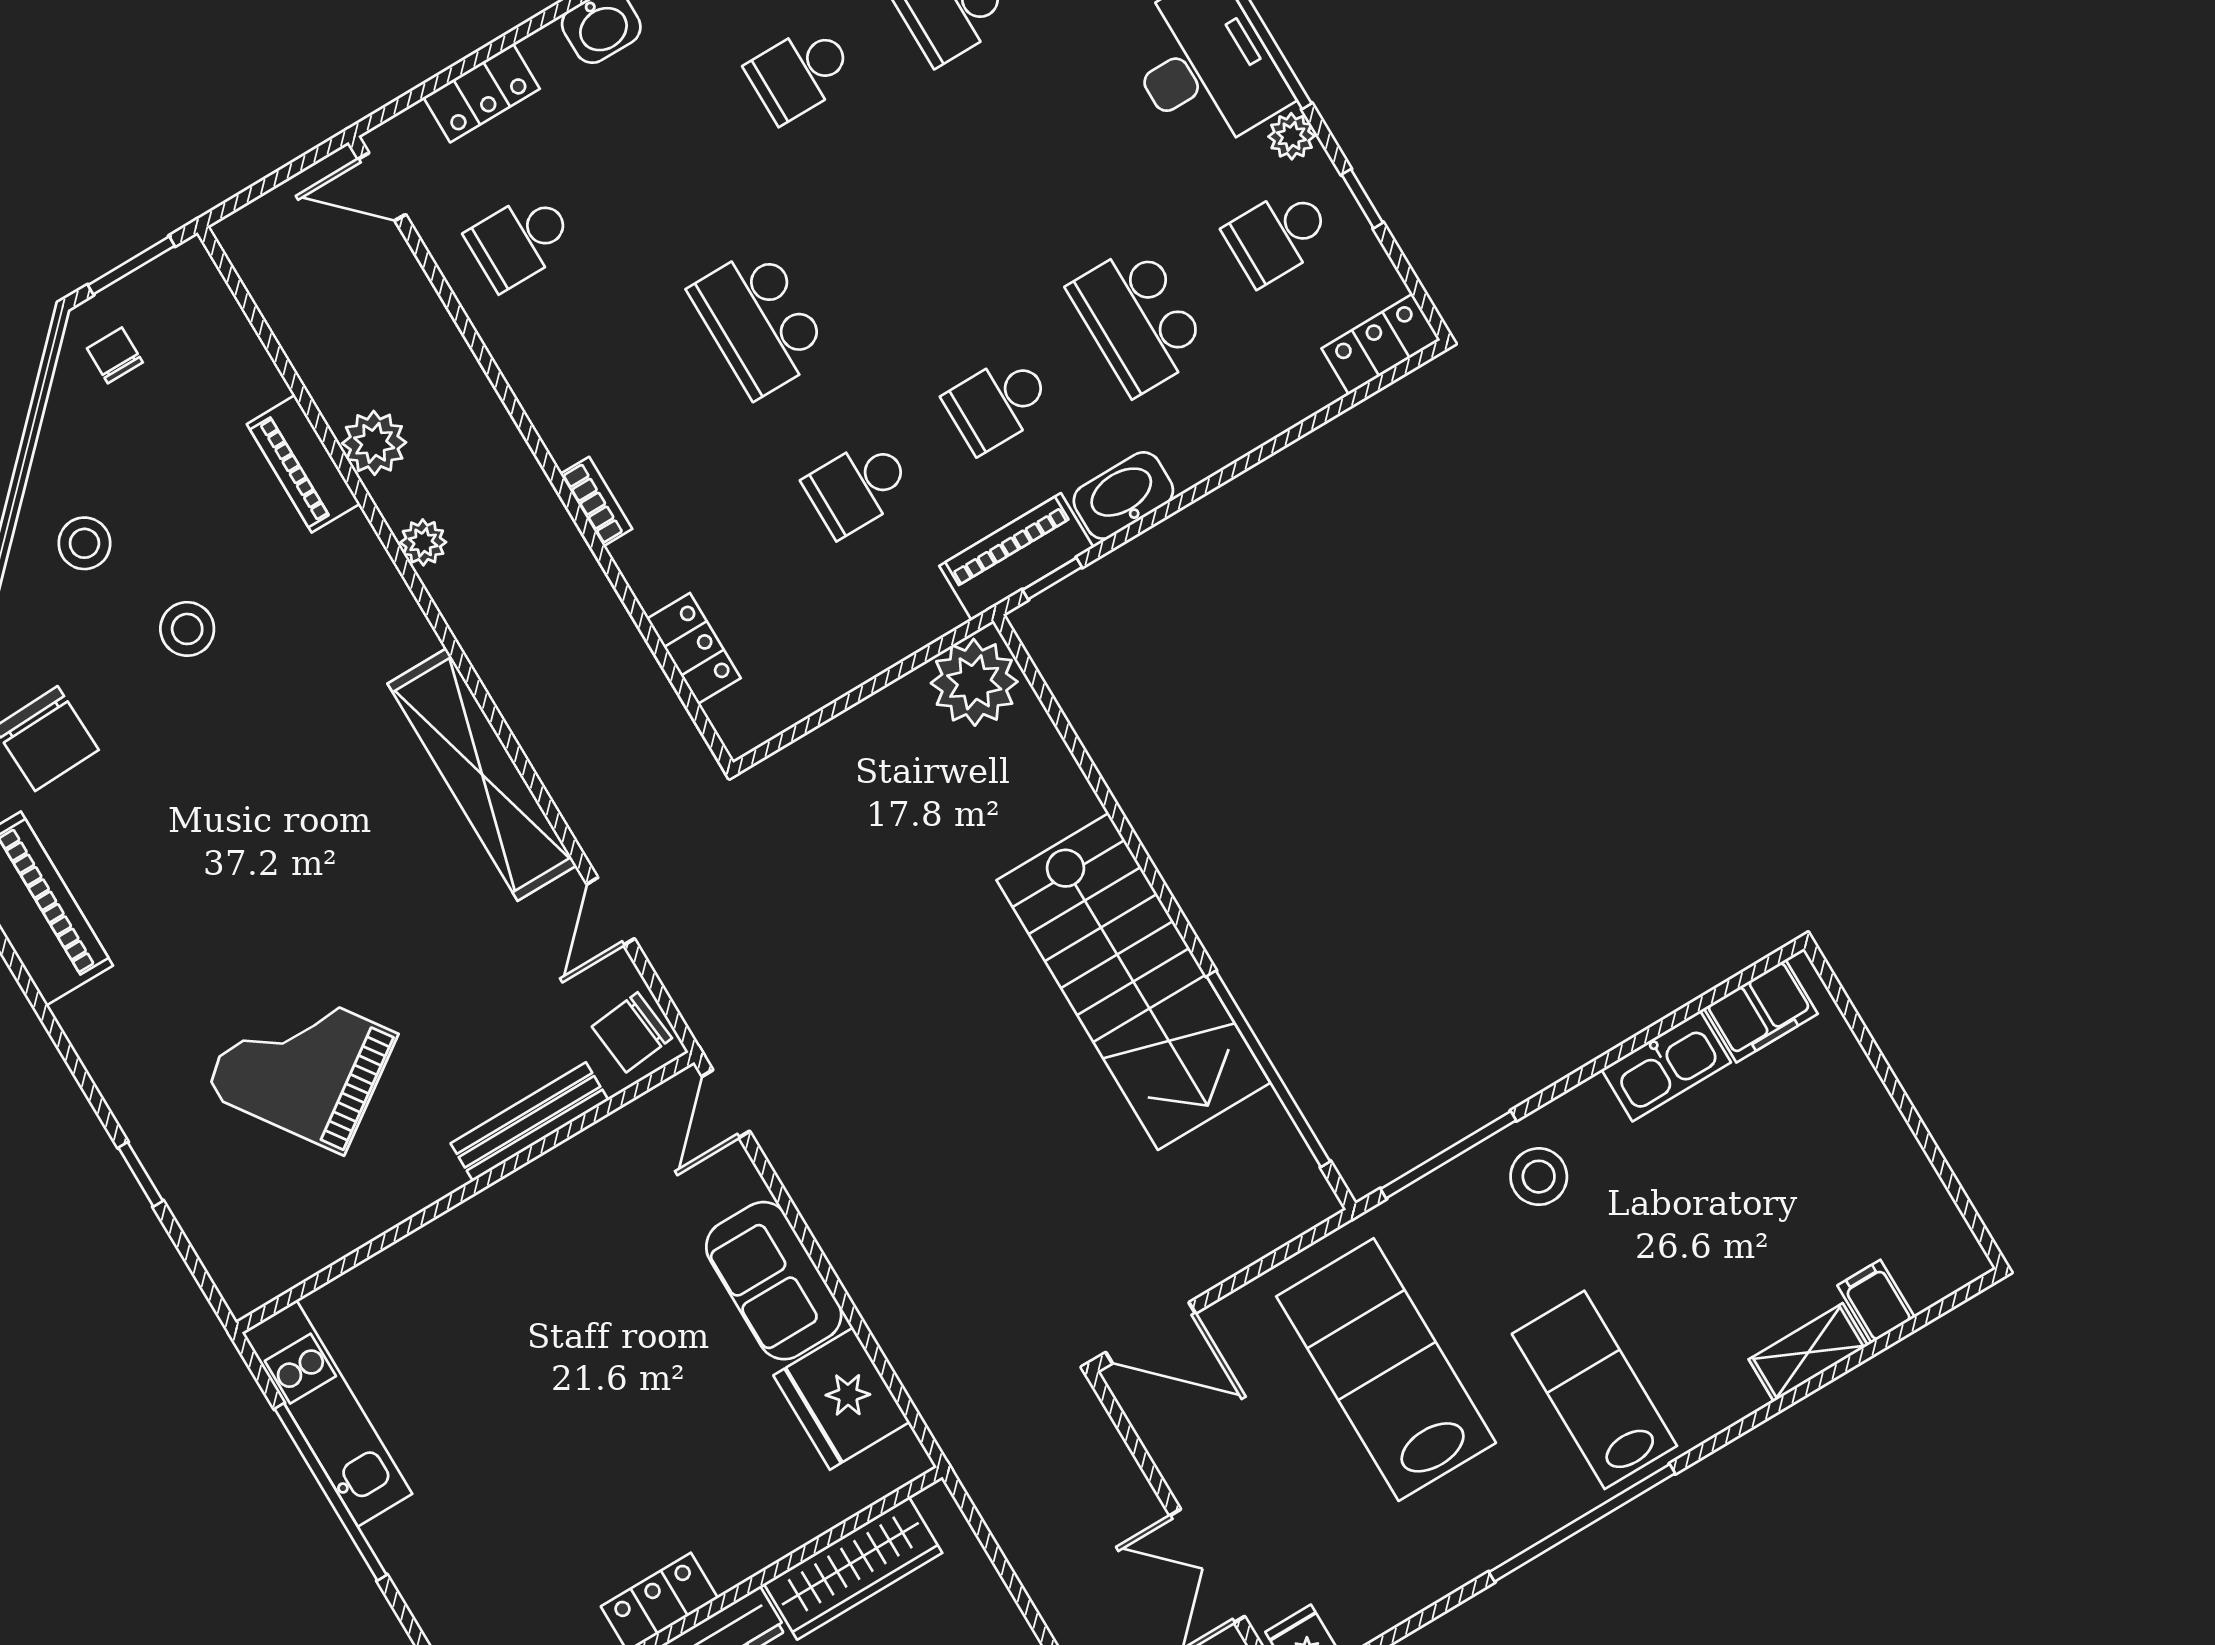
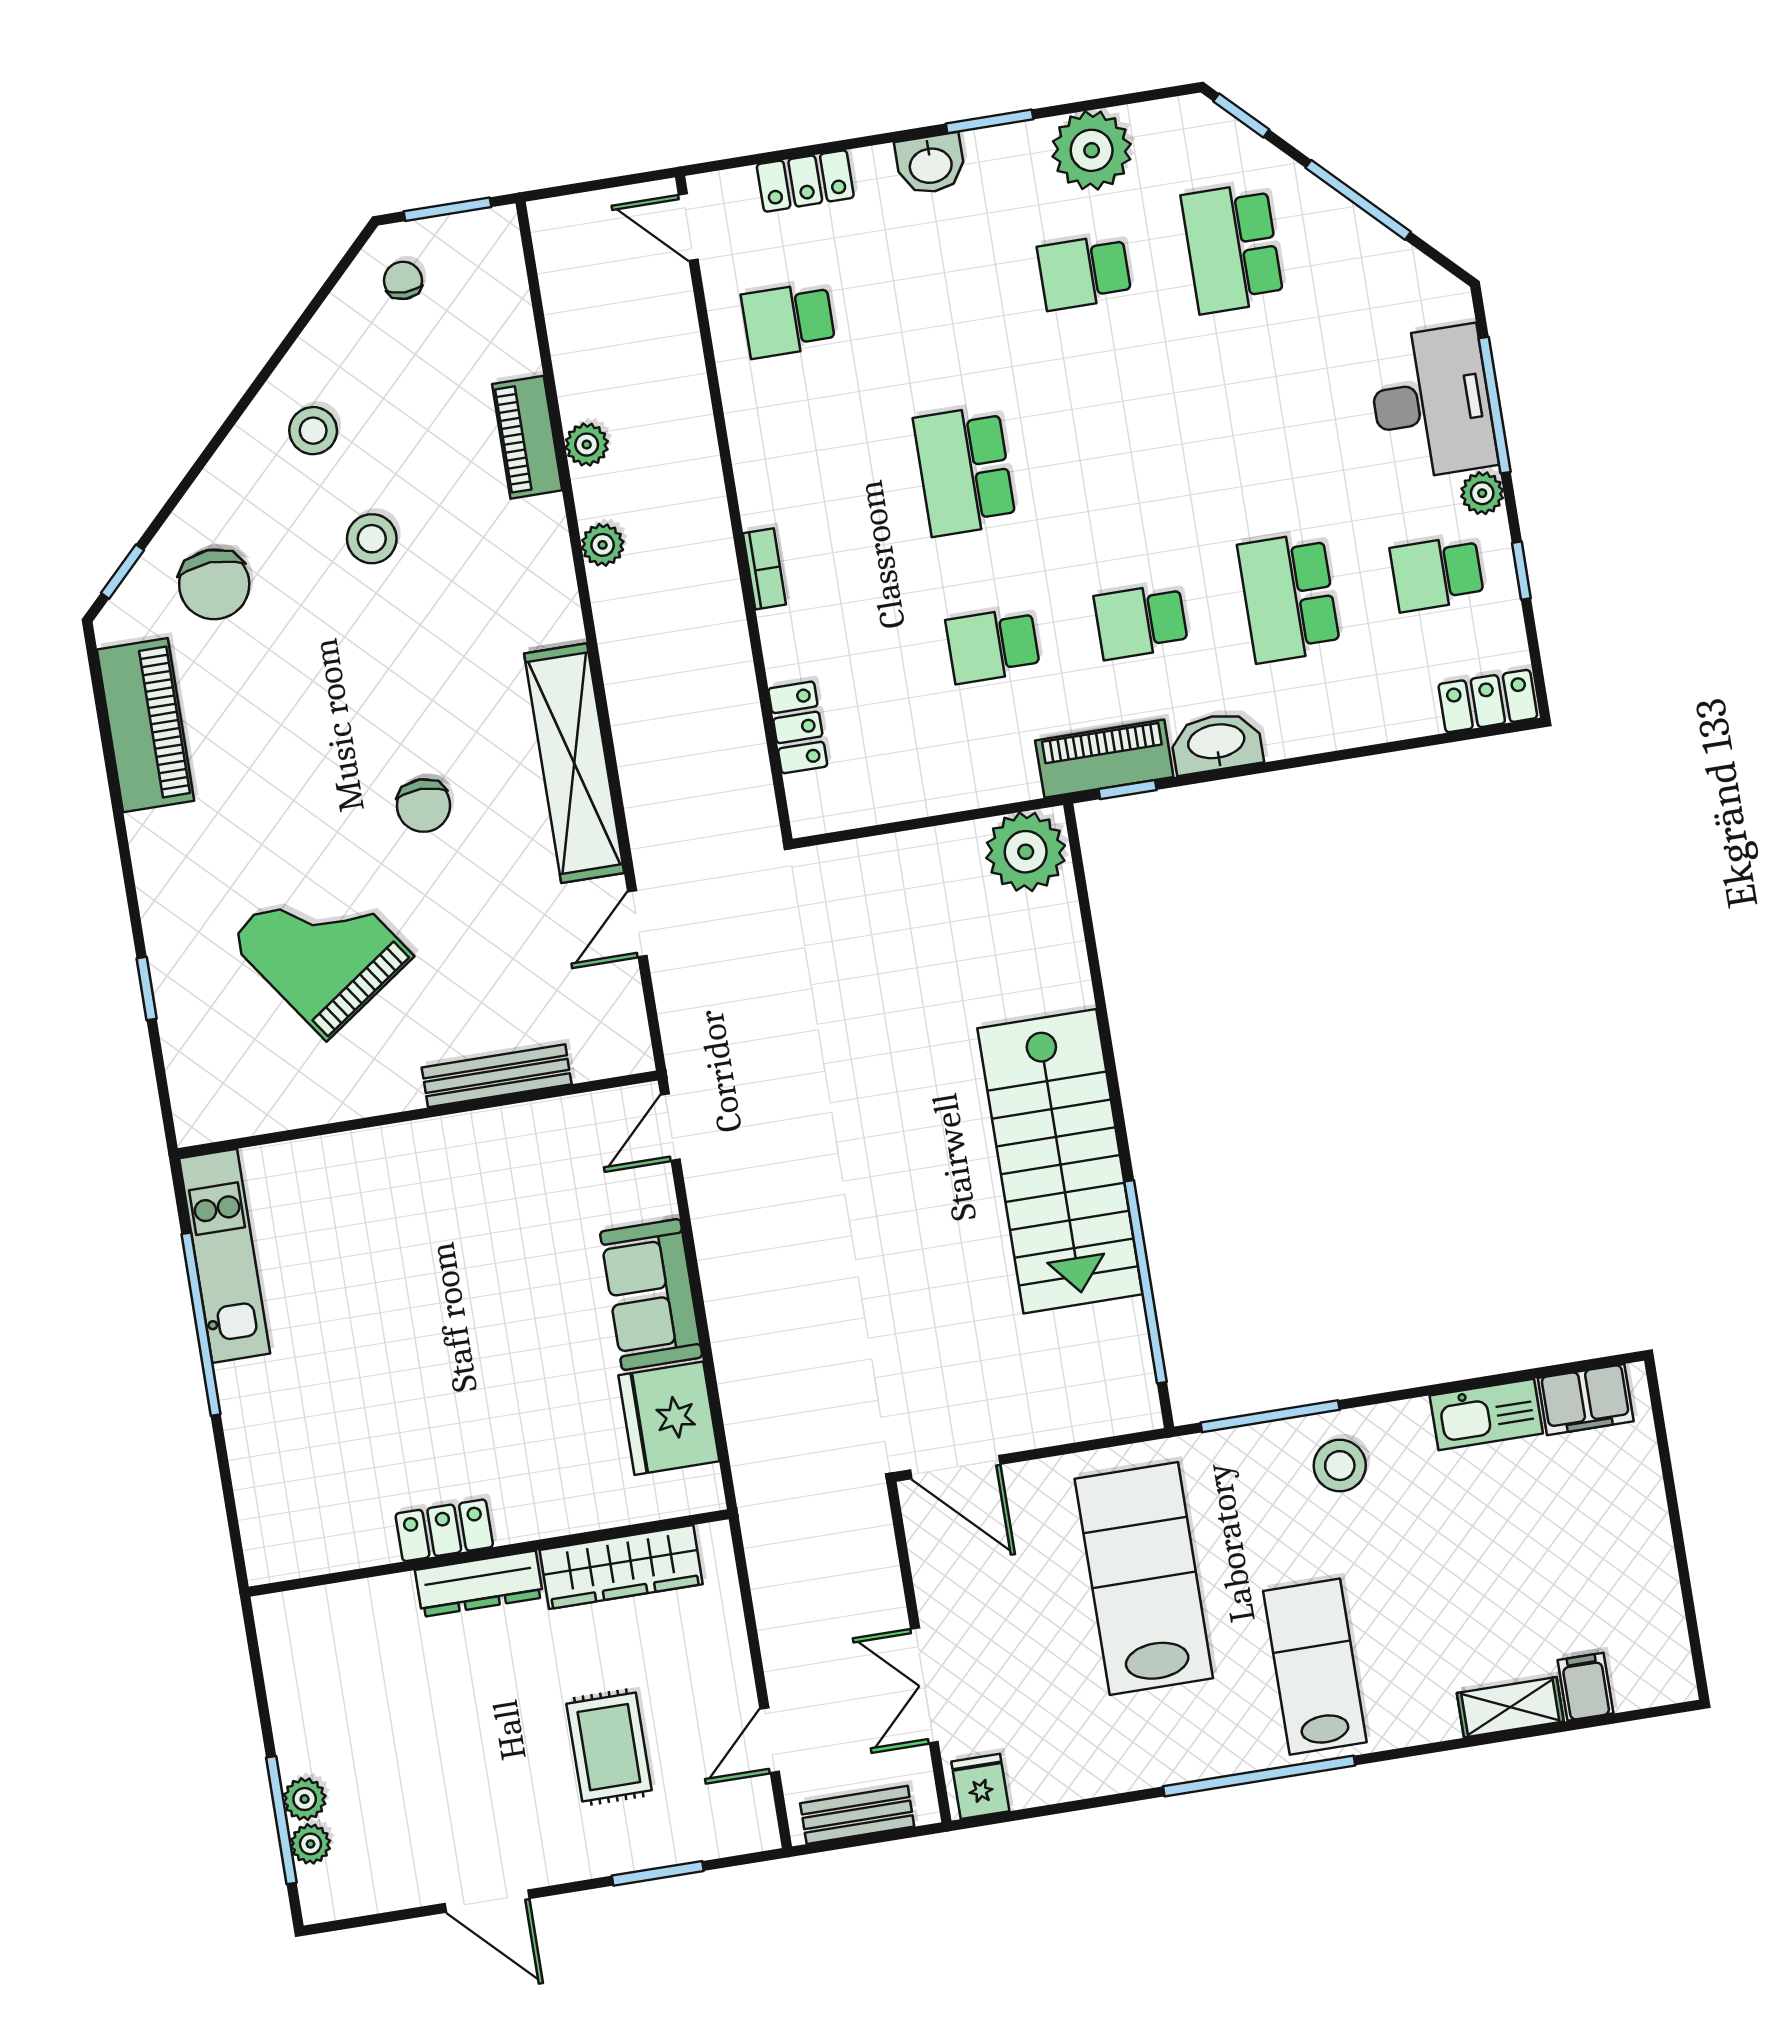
plant: (374, 443) -> (587, 445), width x0.73, depth x0.73
chair: (632, 1032) -> (424, 806), moved, turned -84

